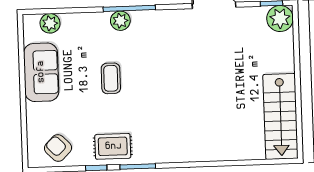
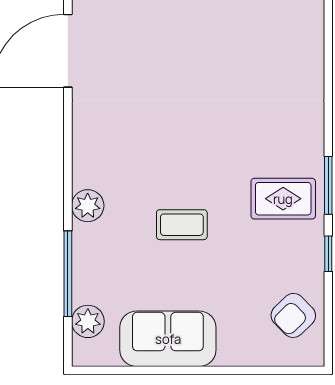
window: (129, 8) -> (68, 274), moved
rug: (113, 146) -> (283, 199), moved, turned 90

